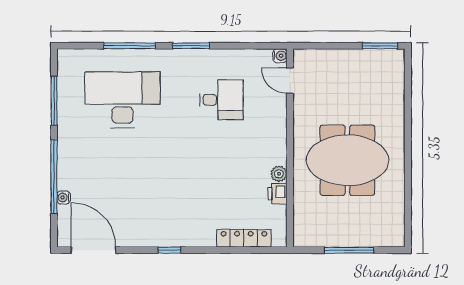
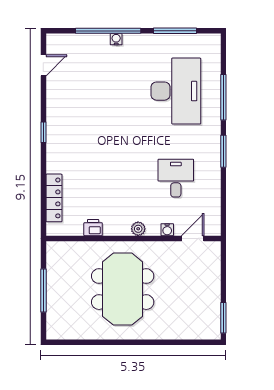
water cooler: (280, 56) -> (167, 230), moved
desk: (221, 100) -> (176, 178), turned 180
plant: (279, 174) -> (138, 229), moved
water cooler: (64, 197) -> (116, 39), moved
door: (93, 250) -> (43, 65), width x0.53

